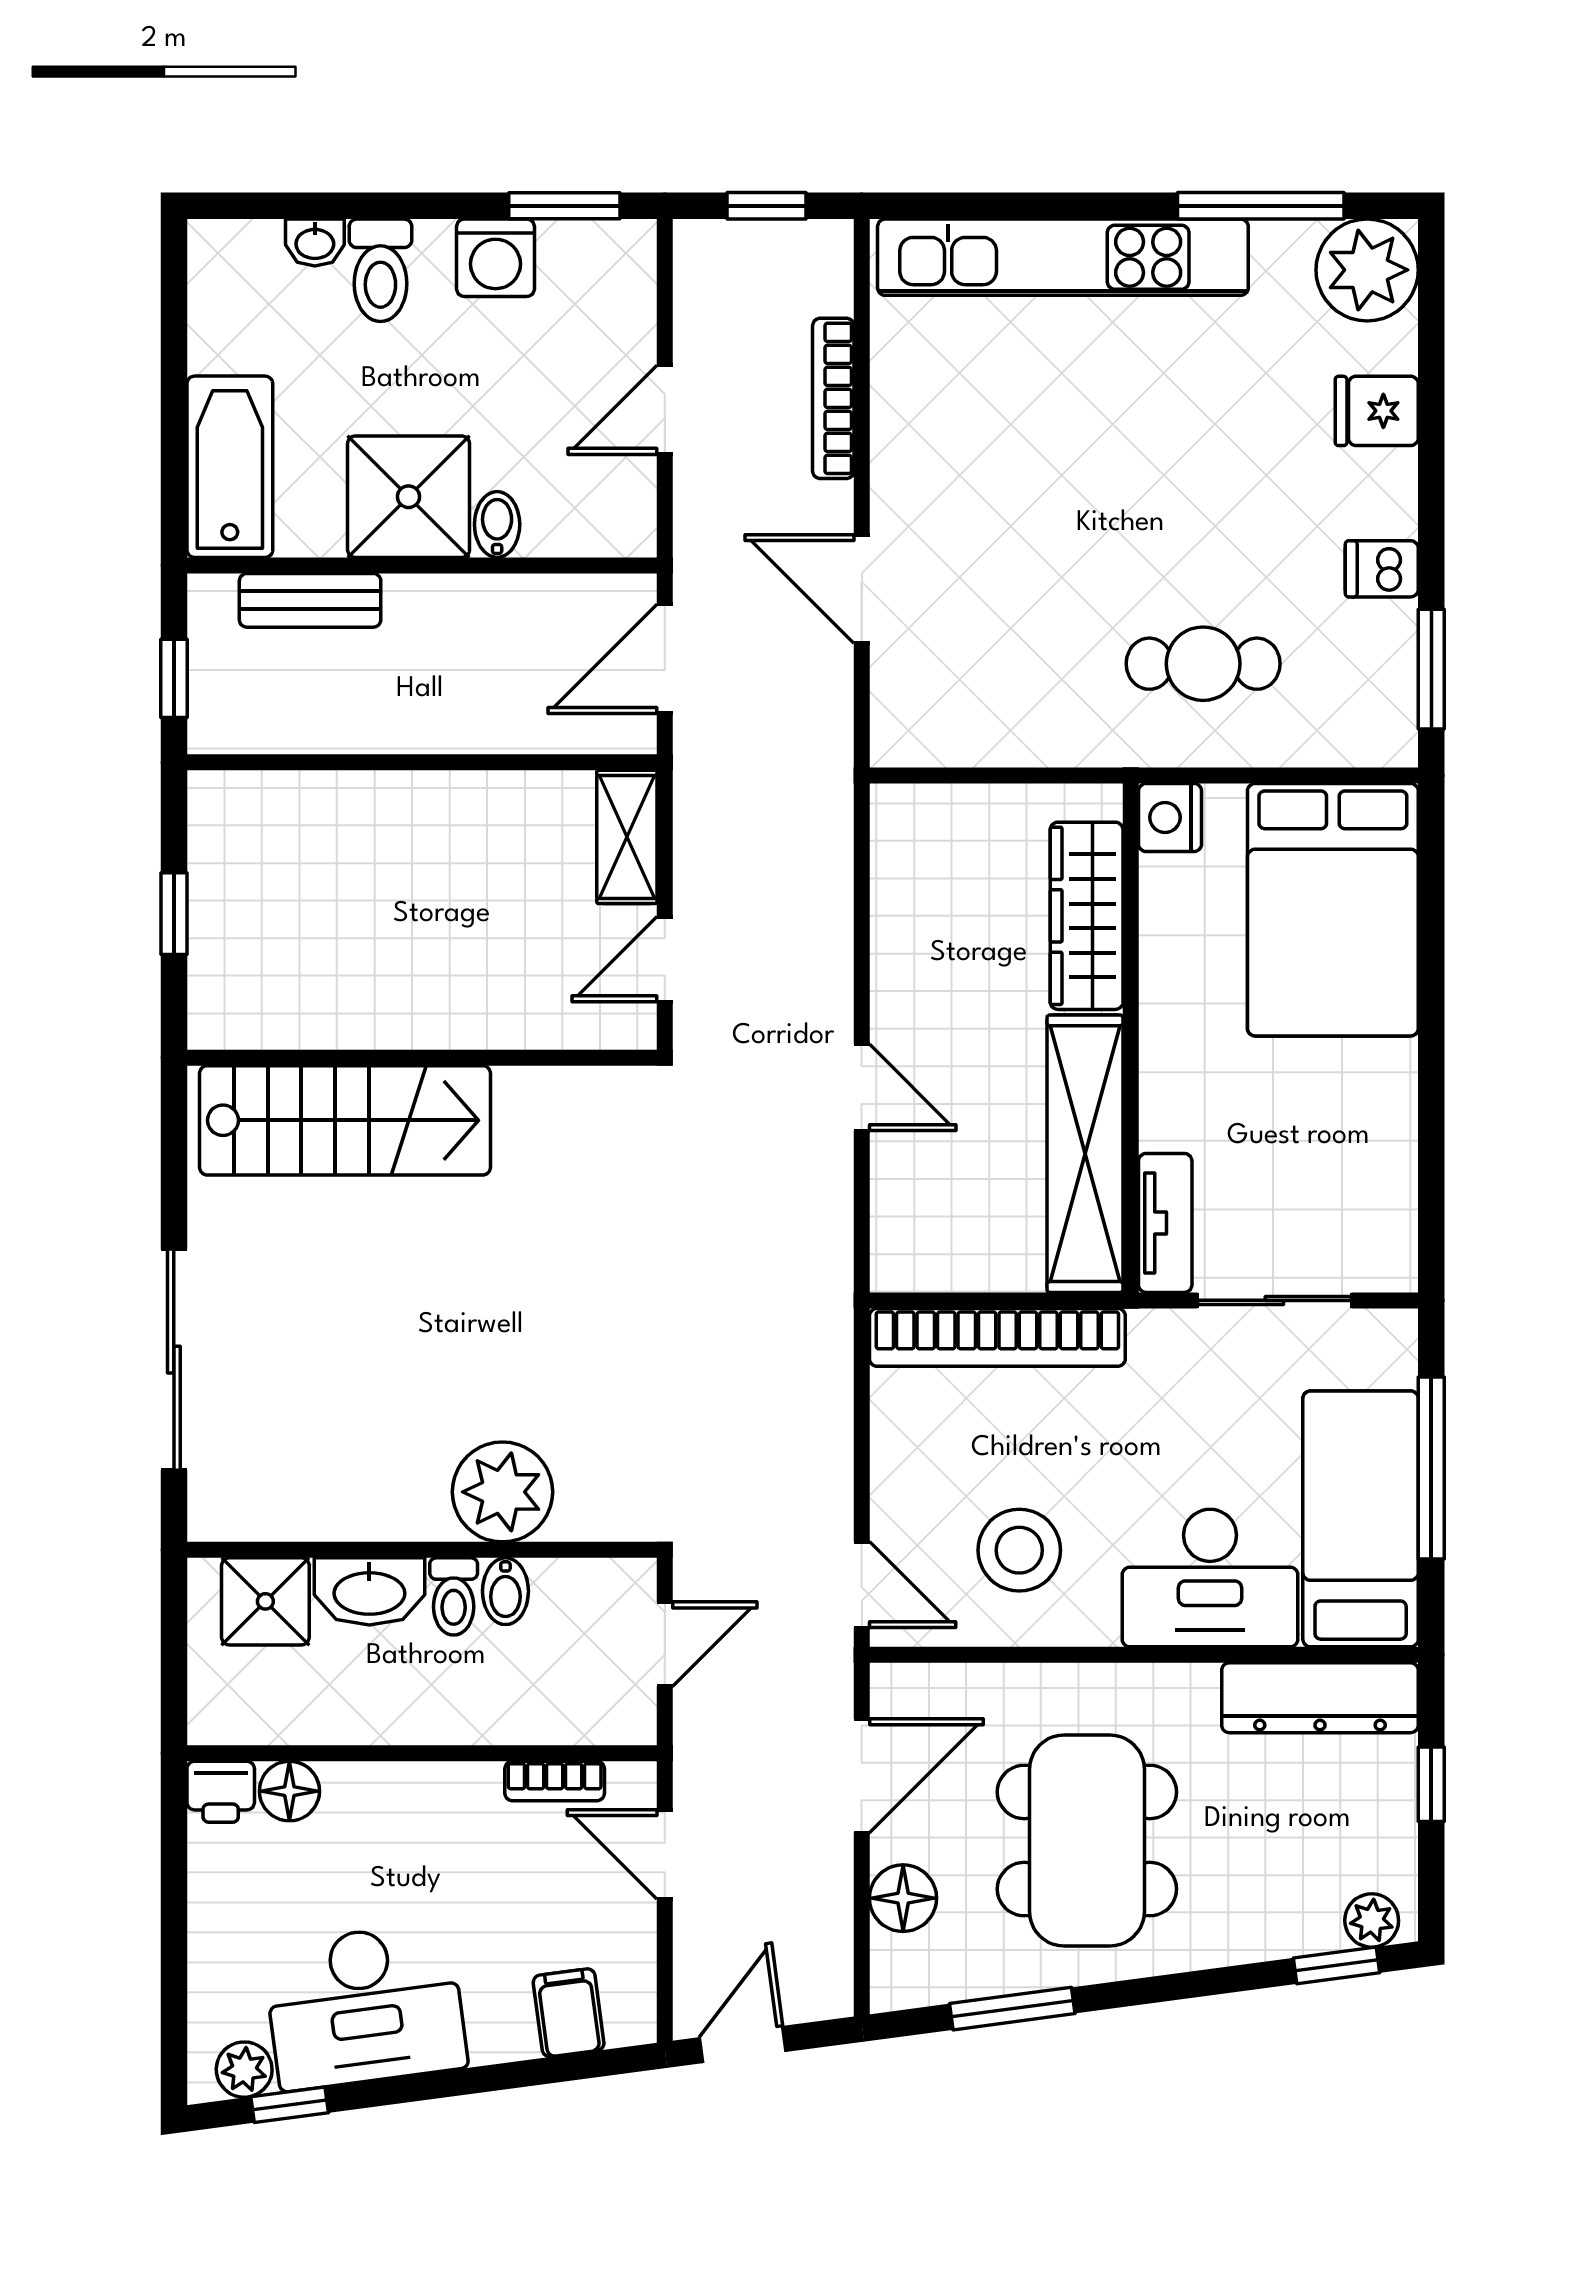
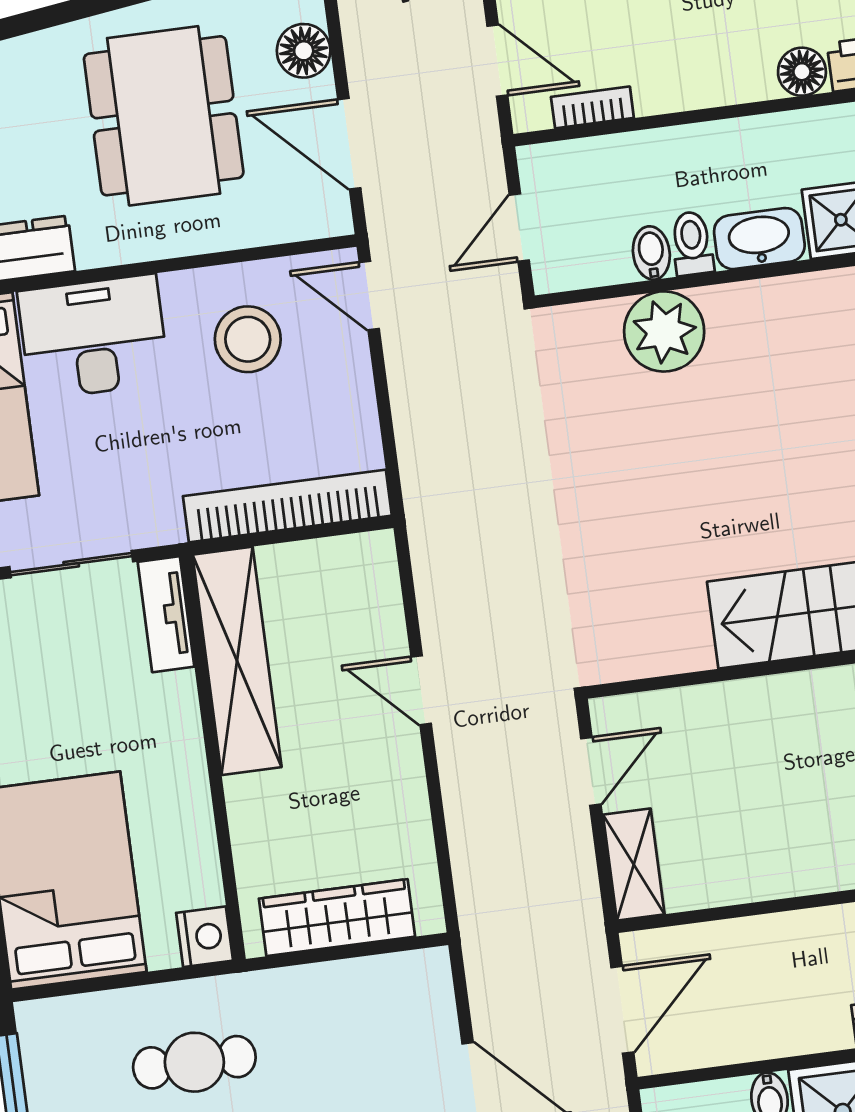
wardrobe: (1087, 916) -> (337, 918), moved, turned -90
door: (862, 1776) -> (349, 144), hinge flipped

